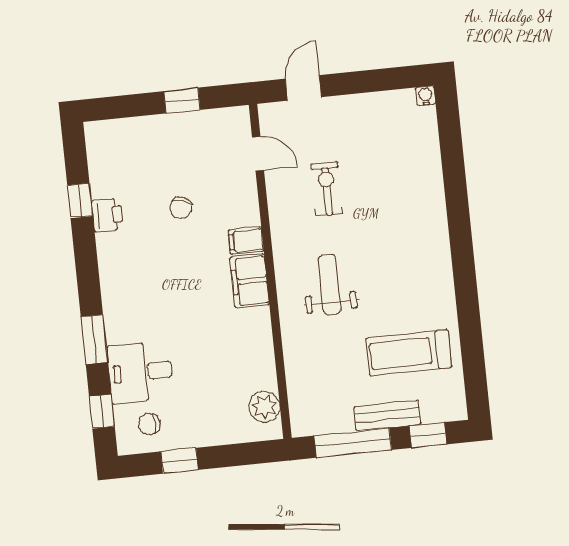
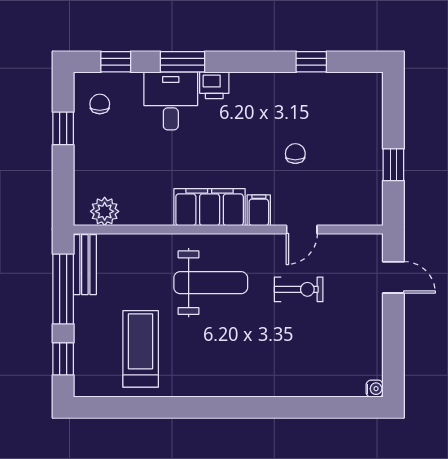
door: (258, 154) -> (302, 229), moved
chair: (181, 208) -> (295, 154), turned 71
printer: (107, 215) -> (214, 85), moved
filing cabinet: (250, 281) -> (210, 207), width x1.50, depth x1.17
weight bench: (329, 284) -> (211, 283), width x1.36, depth x1.33
desk: (140, 372) -> (171, 101), moved
bench: (387, 416) -> (85, 265), moved

